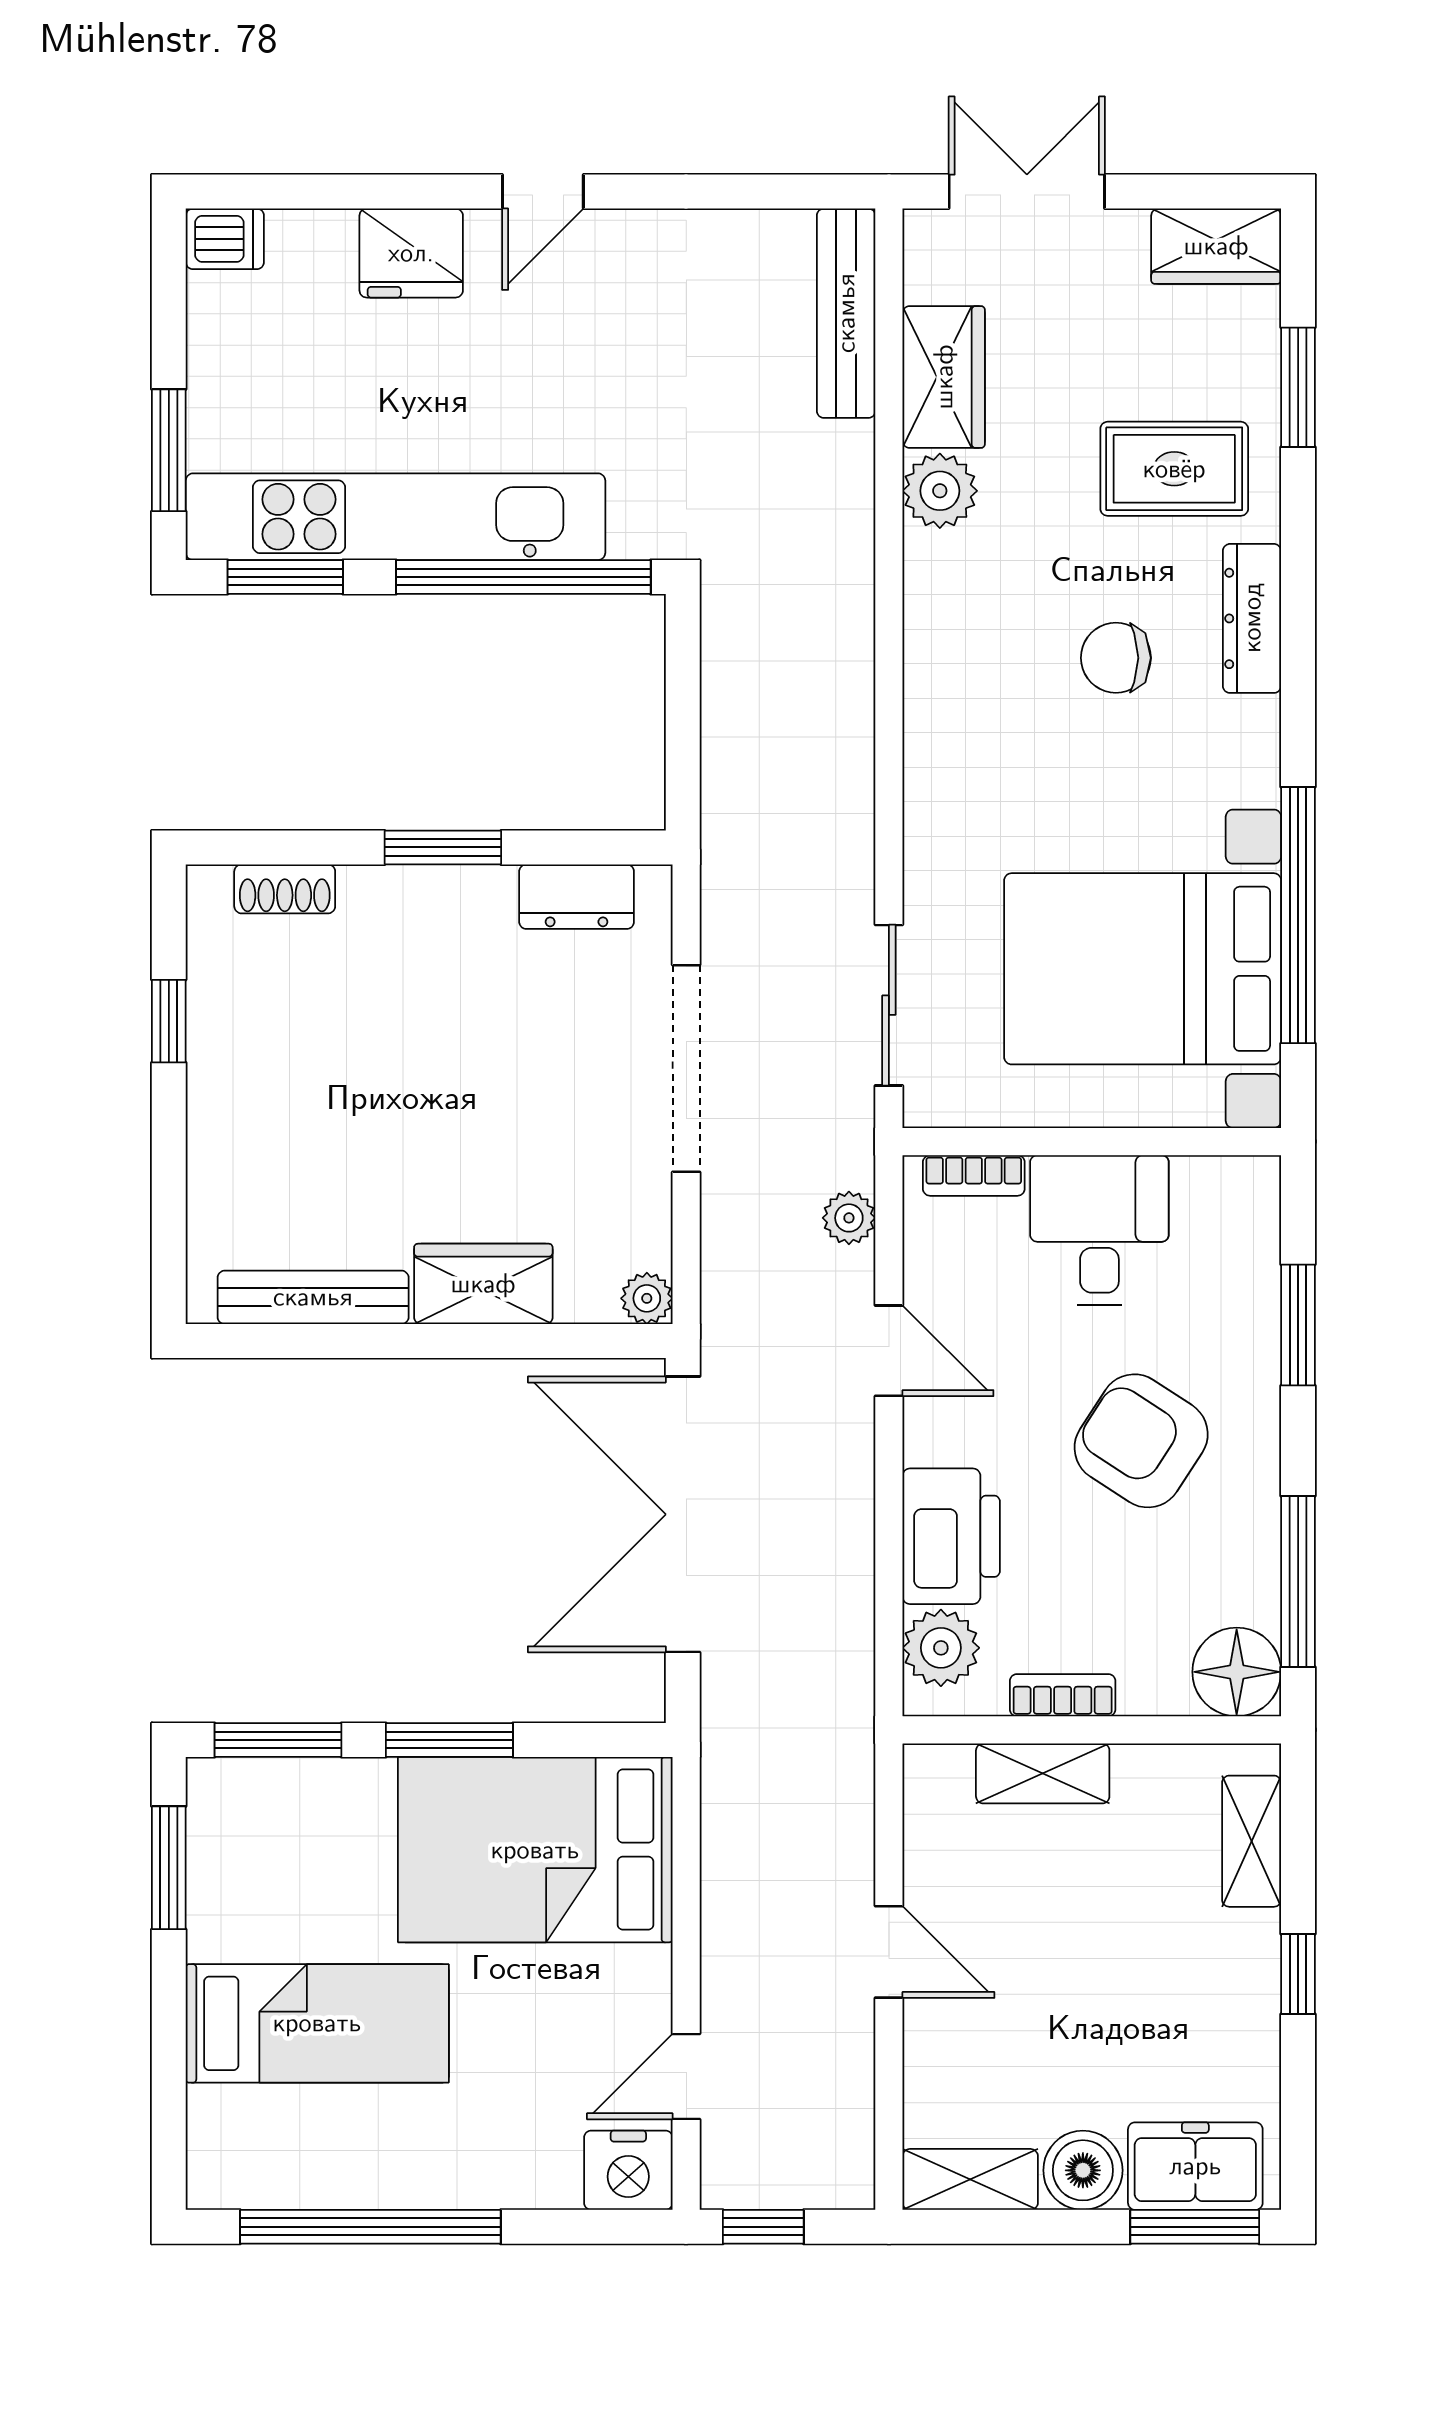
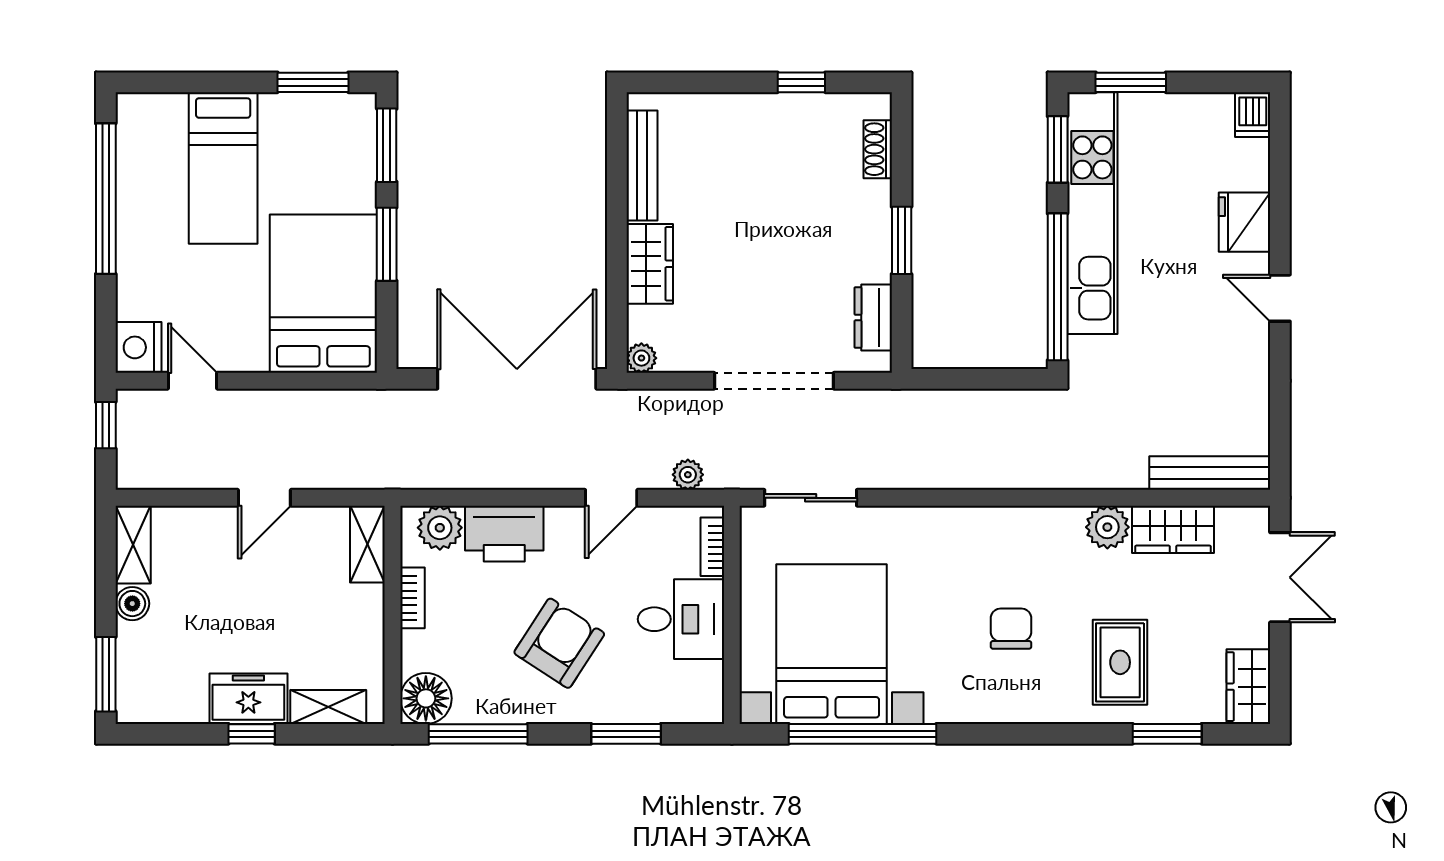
dresser: (1252, 618) -> (1034, 707), removed
shelving: (1043, 1773) -> (367, 544), moved
freezer: (1195, 2166) -> (248, 699), moved, turned -90
boiler: (1083, 2170) -> (132, 604), width x0.73, depth x0.73

